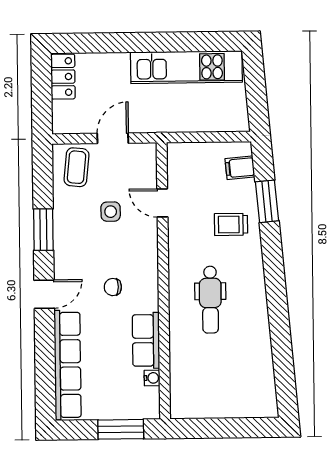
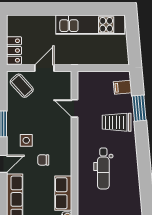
locker: (63, 77) -> (14, 51), moved
coffee table: (76, 167) -> (22, 86), turned -48
side table: (111, 212) -> (26, 140), moved
trolley: (231, 224) -> (117, 122), width x1.36, depth x1.39

